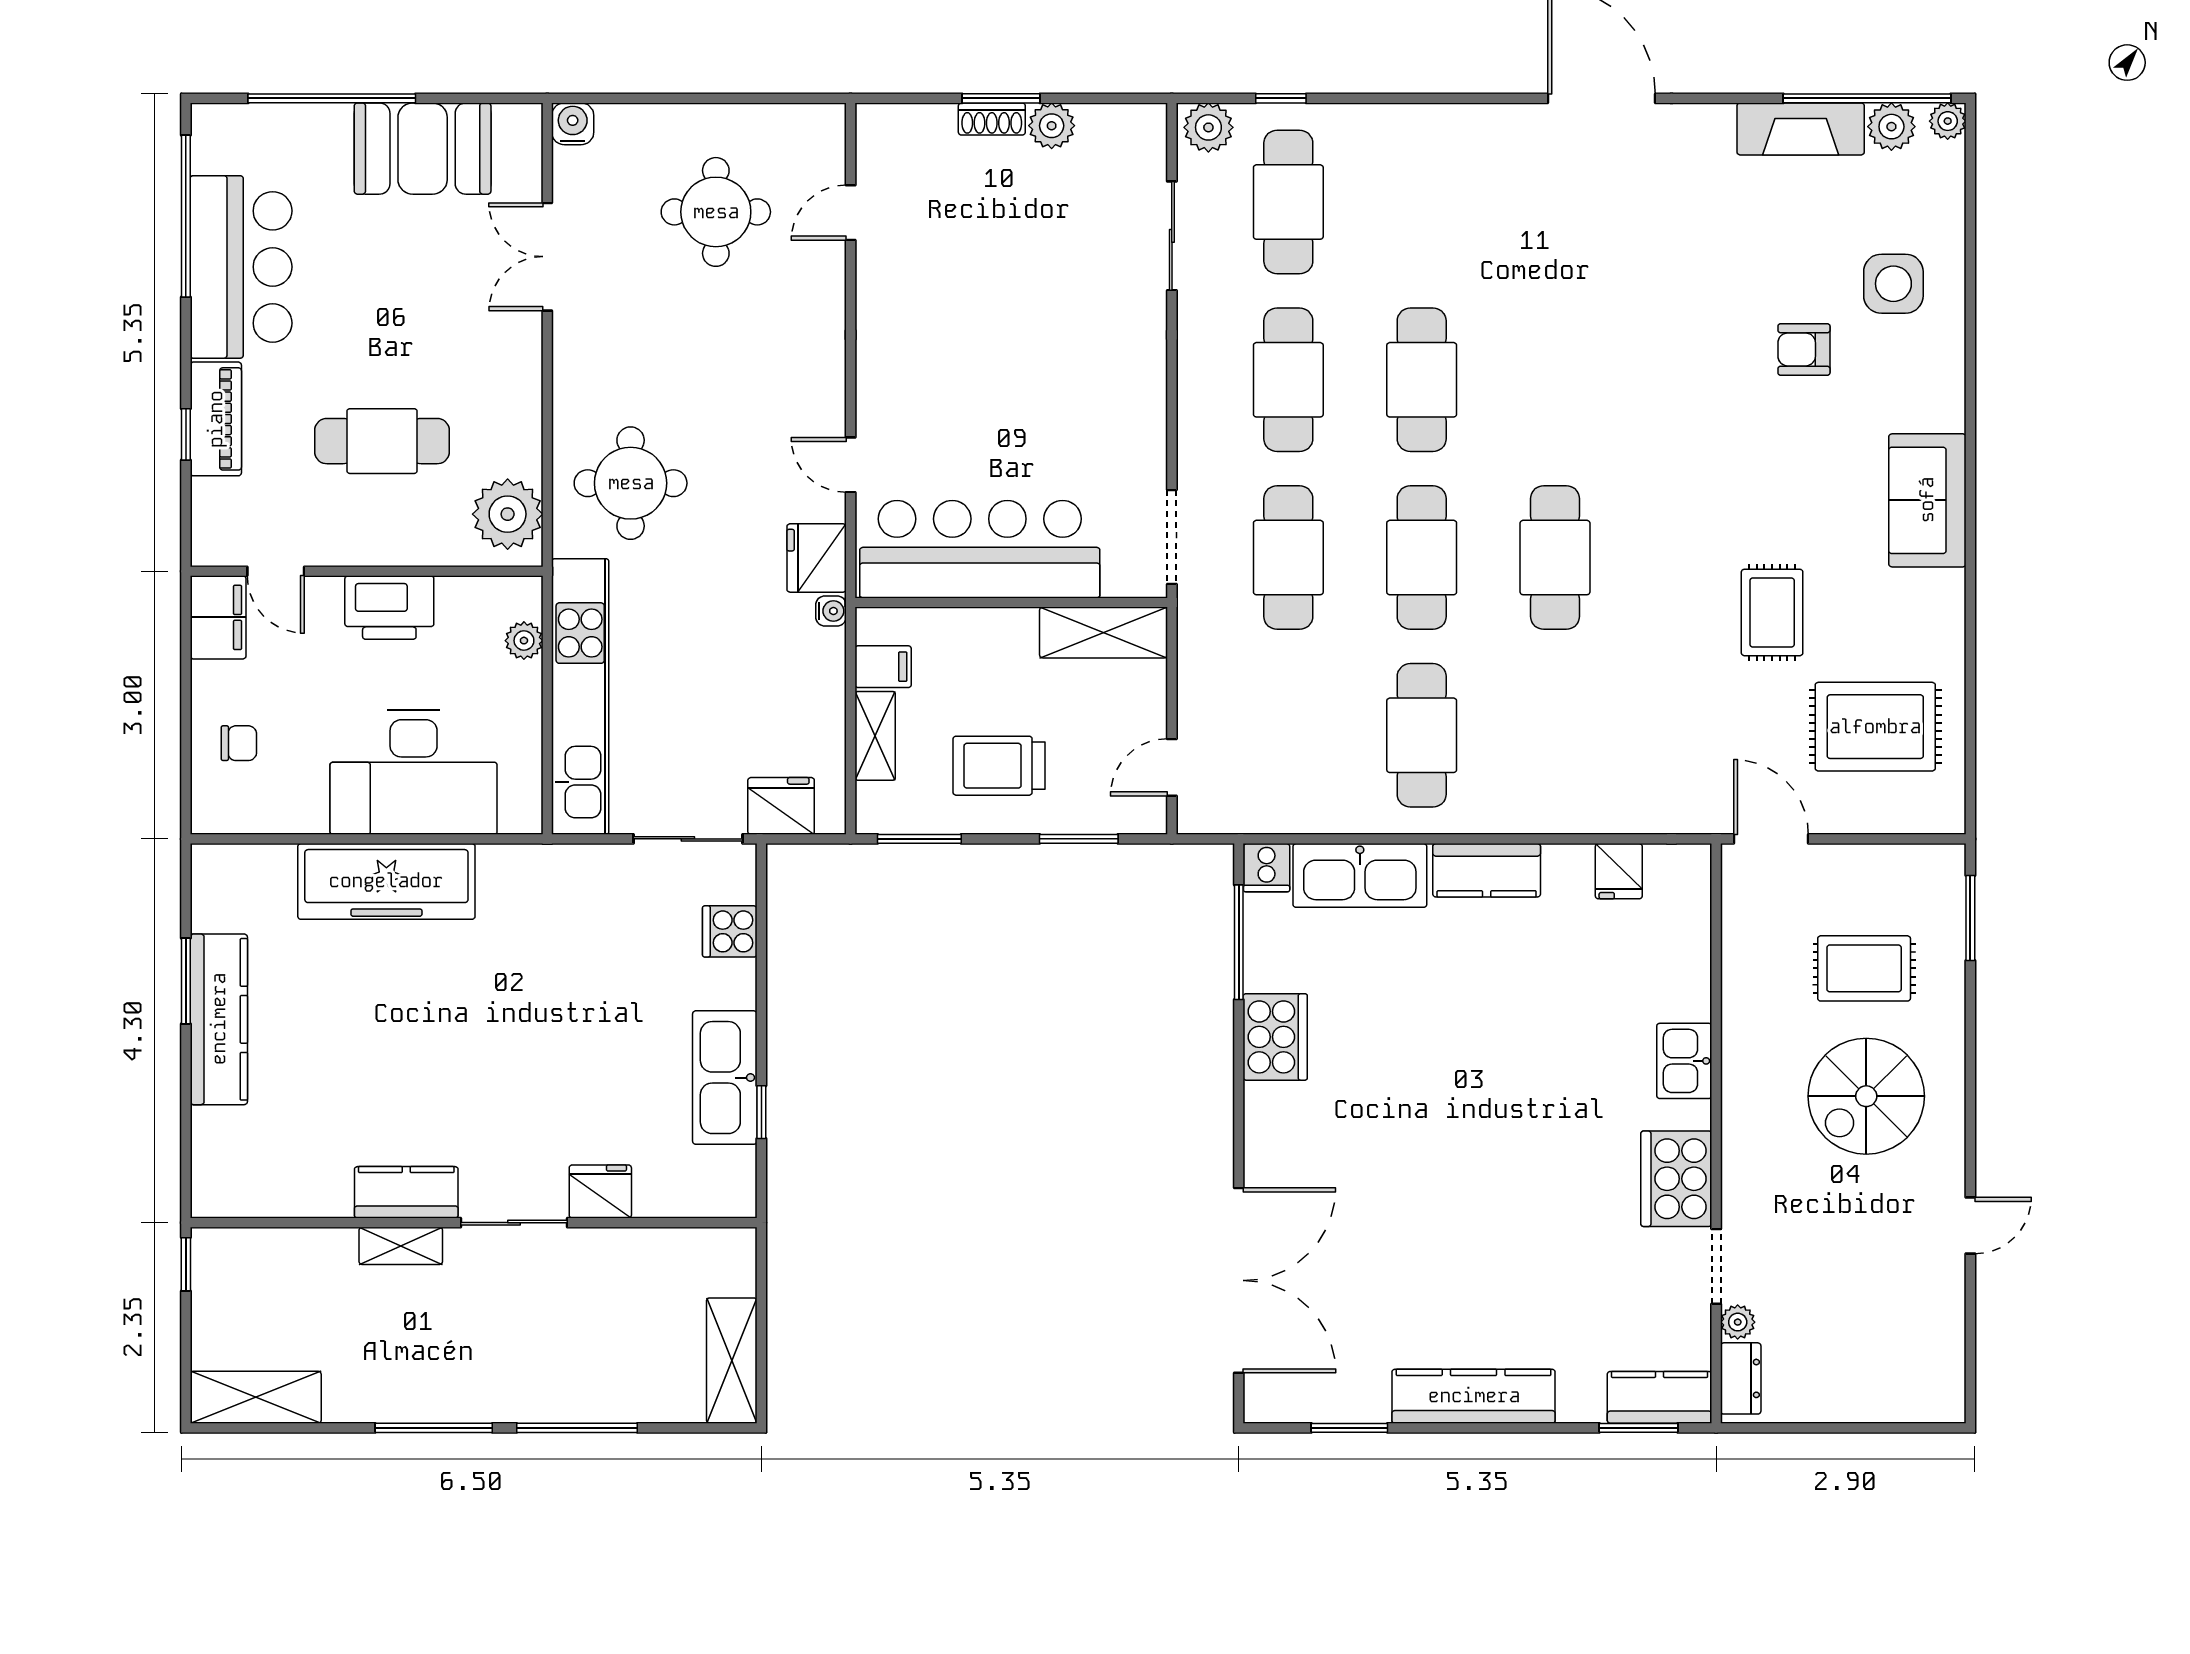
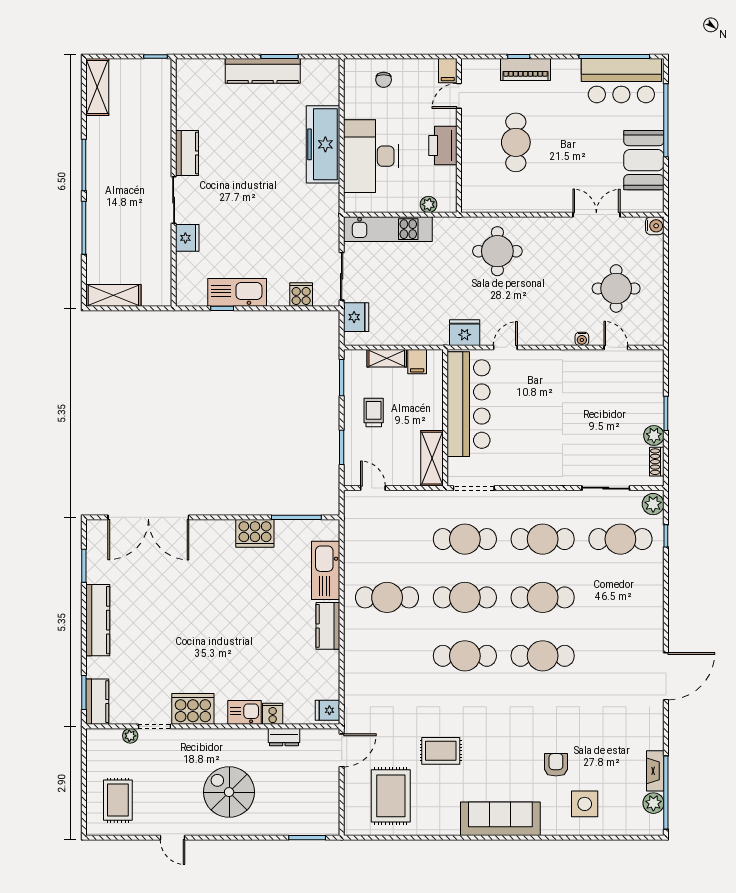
shoe rack: (992, 119) -> (657, 462), moved
plant: (1948, 121) -> (656, 828), removed
fireplace: (1801, 129) -> (655, 771), width x0.73, depth x0.76
bar counter: (241, 267) -> (621, 81), moved
cafe table: (1555, 380) -> (543, 656), added
sofa: (1927, 500) -> (500, 819), width x1.36
plant: (508, 514) -> (484, 197), removed
water cooler: (831, 611) -> (582, 339), moved
filing cabinet: (218, 617) -> (448, 71), width x0.50
kitchen unit: (580, 697) -> (388, 229), width x0.73
trolley: (999, 766) -> (374, 412), width x0.73, depth x0.72
cooker: (1267, 868) -> (273, 714), moved, turned 90
fridge: (1619, 871) -> (328, 710), moved
rug: (1864, 968) -> (118, 800), moved
shelving: (401, 1246) -> (164, 151), removed
dresser: (1741, 1378) -> (284, 737), moved

